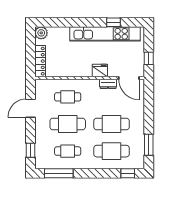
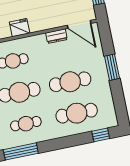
fridge: (100, 70) -> (20, 28), moved
window: (149, 145) -> (112, 67), moved

